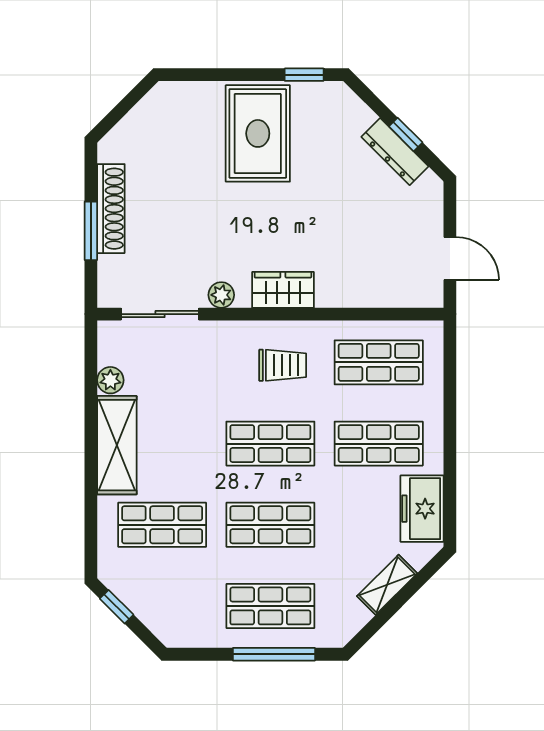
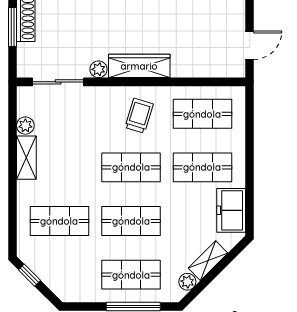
door: (450, 259) -> (250, 45), hinge flipped
wardrobe: (283, 290) -> (139, 66), width x1.50
trolley: (283, 365) -> (139, 116), turned -73
shelving: (117, 445) -> (26, 158), width x0.67, depth x0.75
plant: (356, 617) -> (187, 282), added

